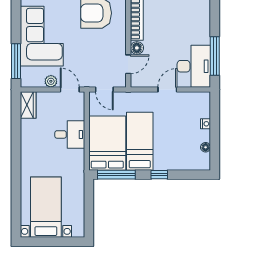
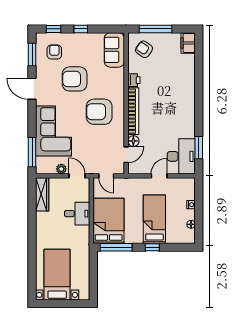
window: (215, 56) -> (199, 148), width x0.69
wardrobe: (28, 105) -> (42, 194), width x1.50
bed: (140, 141) -> (154, 219), moved

